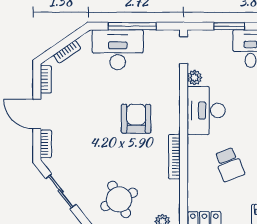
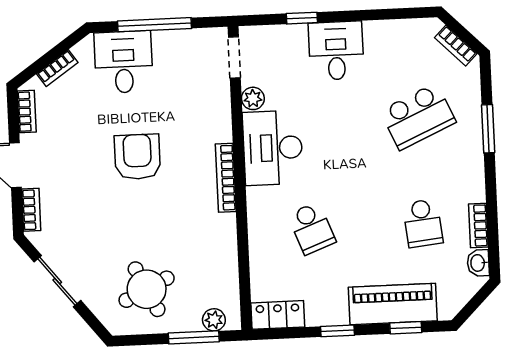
window: (229, 26) -> (302, 18), width x0.67
desk: (118, 50) -> (124, 62), width x0.73
armchair: (136, 119) -> (137, 157), moved
bookcase: (174, 157) -> (226, 178), moved

